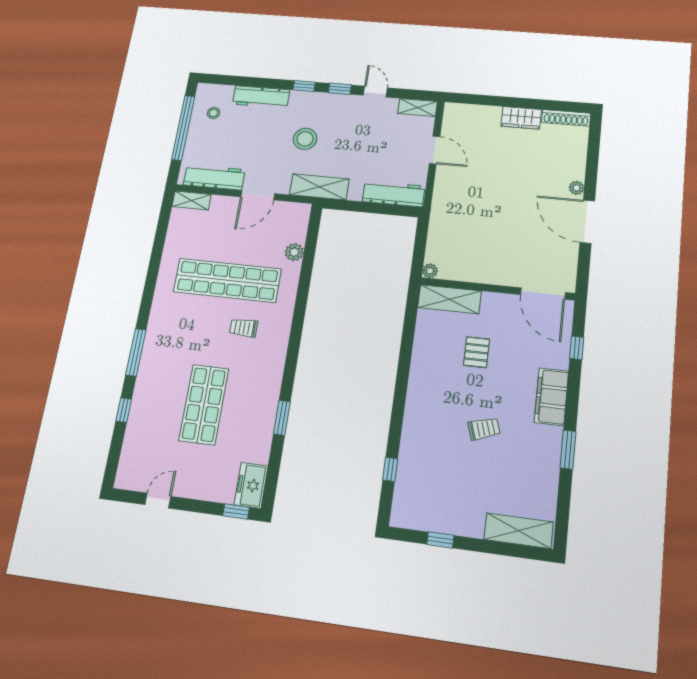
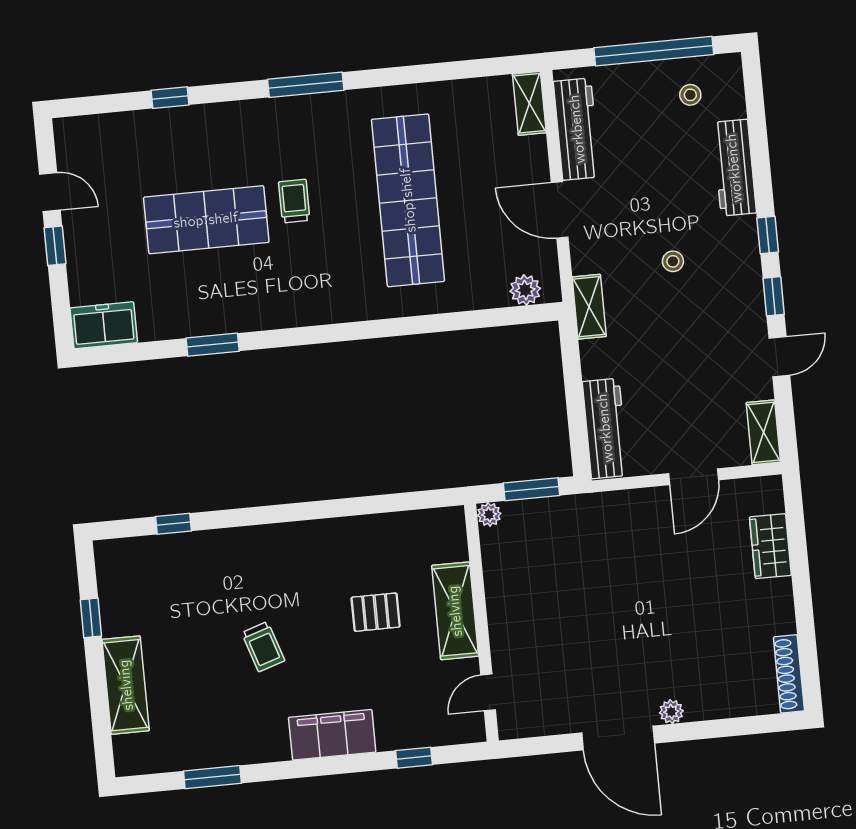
wardrobe: (521, 118) -> (770, 546), moved
stool: (305, 139) -> (673, 261), width x0.53, depth x0.53
shelving: (319, 187) -> (589, 307), width x0.67, depth x0.75
door: (587, 222) -> (618, 738), swing flipped
window: (420, 243) -> (531, 489), added
plant: (294, 252) -> (525, 290), moved
door: (543, 293) -> (488, 692), width x0.53
shelving: (449, 299) -> (455, 611), moved
trolley: (244, 328) -> (294, 201), moved
window: (136, 352) -> (306, 85), moved
window: (568, 450) -> (212, 777), moved
window: (236, 511) -> (55, 246), moved
shelving: (519, 531) -> (126, 685), moved

